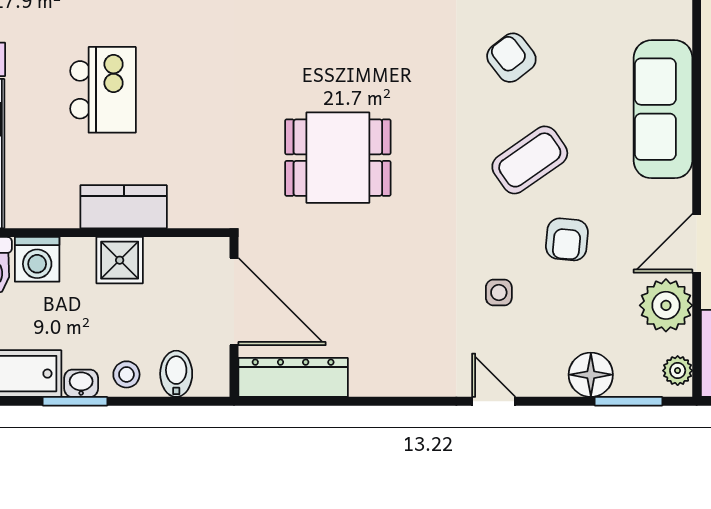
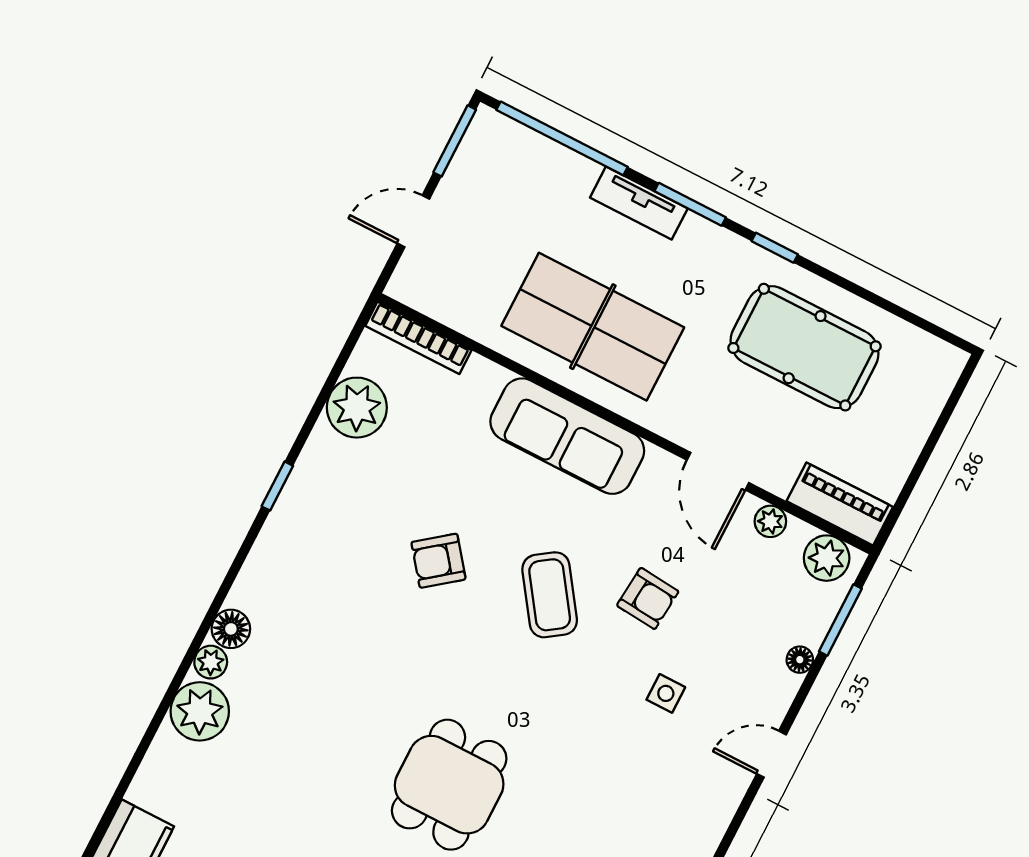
plant: (666, 305) -> (770, 521), width x0.53, depth x0.53
plant: (678, 371) -> (827, 558), width x1.38, depth x1.38
floor lamp: (591, 375) -> (800, 660), width x0.53, depth x0.53

